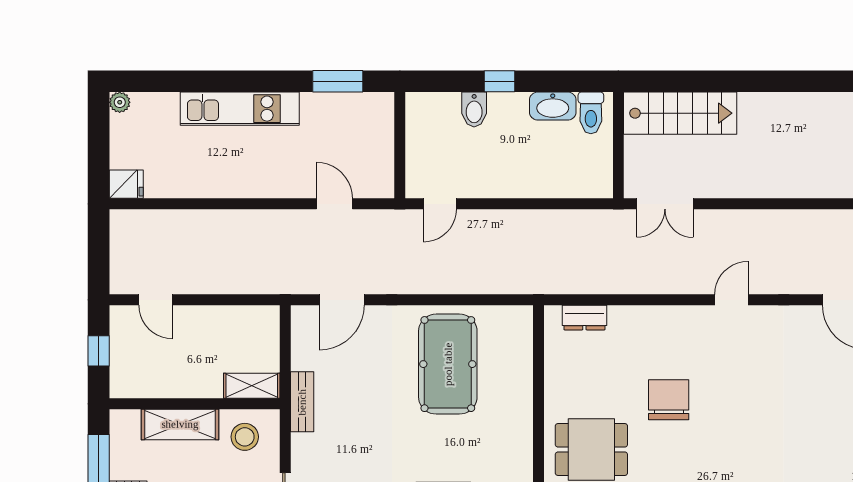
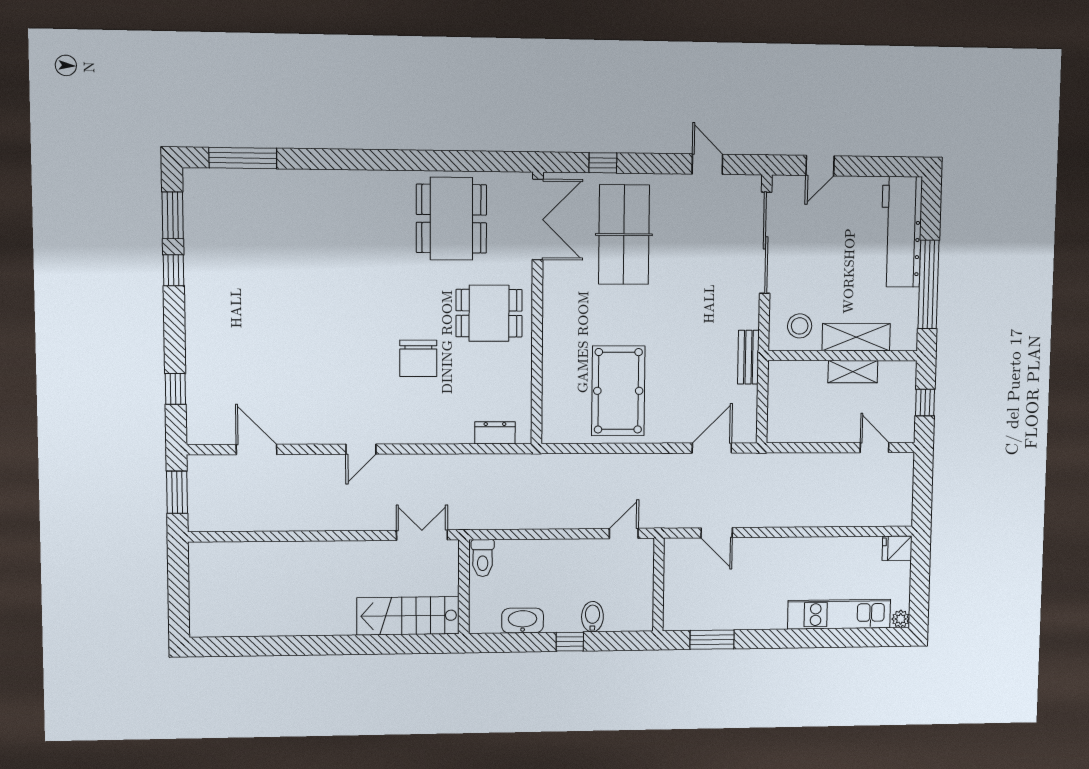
kitchen unit: (240, 109) -> (839, 614), moved
toilet: (591, 113) -> (483, 558), moved, turned 180
shelving: (252, 386) -> (853, 372), moved

